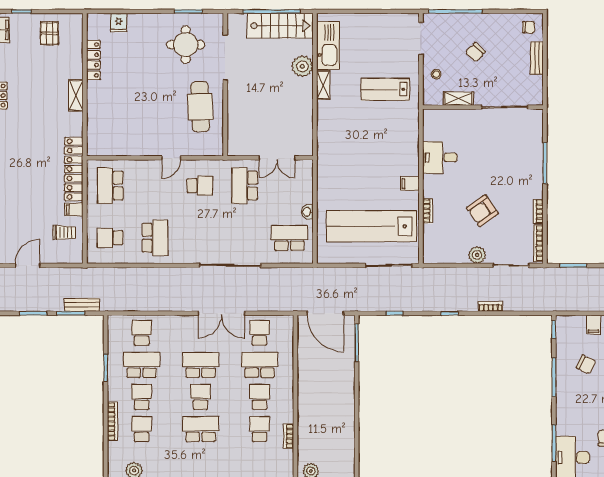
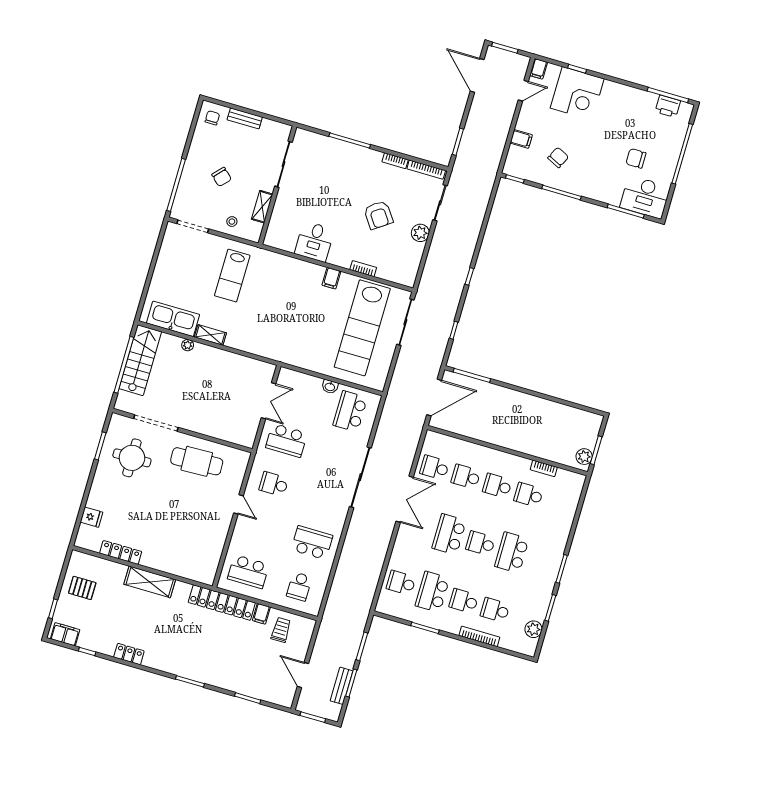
plant: (302, 66) -> (188, 345), width x0.53, depth x0.53
shelving: (76, 95) -> (150, 582), width x1.50, depth x1.33
school desk: (200, 186) -> (274, 484), turned -90
bench: (82, 305) -> (341, 686), moved
bookcase: (491, 307) -> (475, 234), removed
school desk: (260, 365) -> (466, 477), width x0.54

